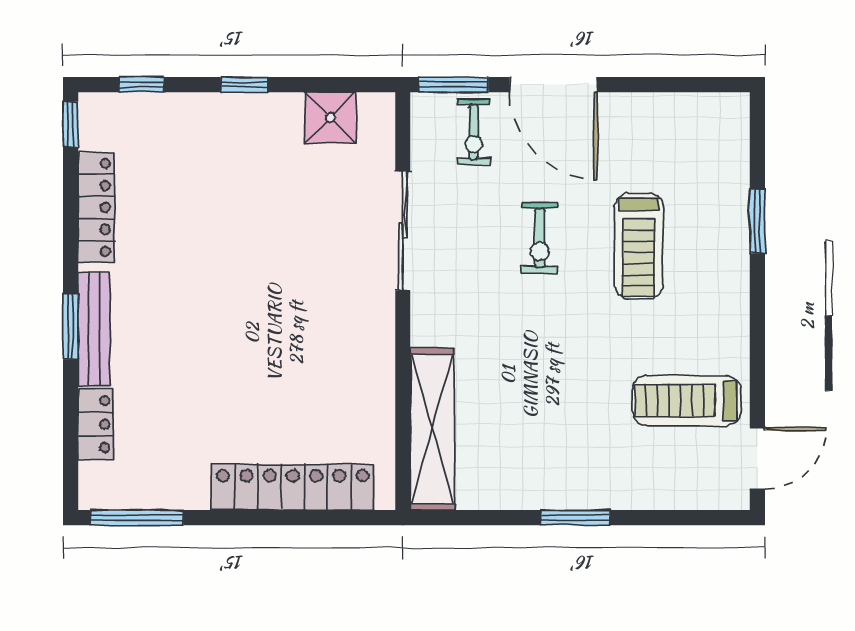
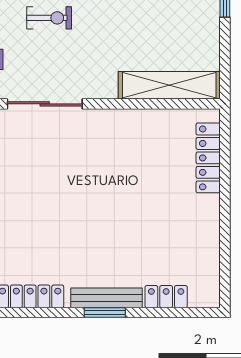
locker: (293, 487) -> (208, 158), width x0.71, depth x0.83
window: (137, 518) -> (225, 271), removed

